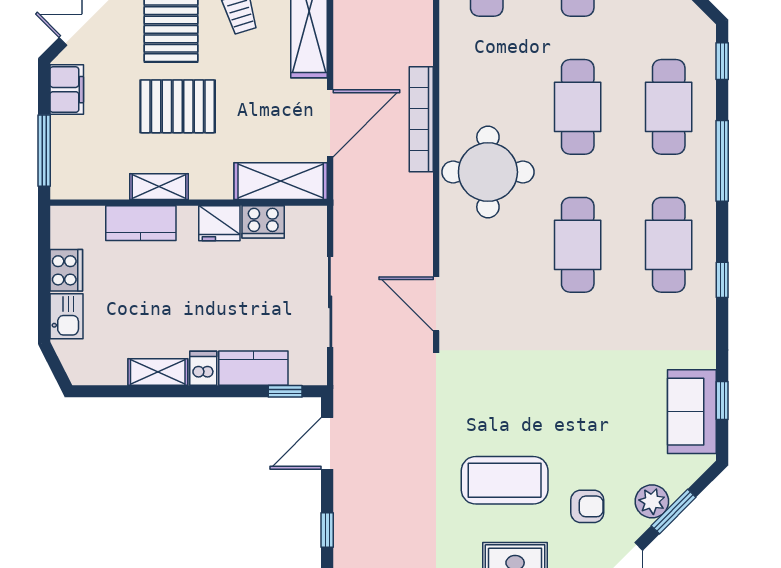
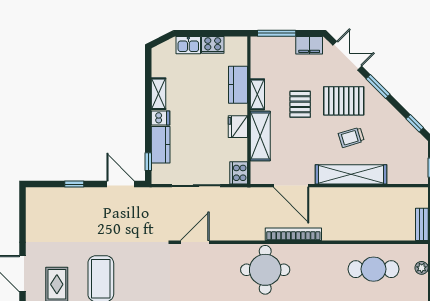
pallet: (178, 106) -> (300, 104), width x0.67, depth x0.71
shelving: (281, 181) -> (260, 136), moved
cooker: (263, 222) -> (239, 173), moved

